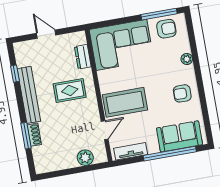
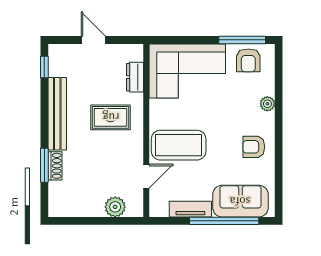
armchair: (166, 29) -> (248, 60), turned 90
window: (15, 74) -> (44, 67), moved
tv unit: (131, 151) -> (190, 209), moved

